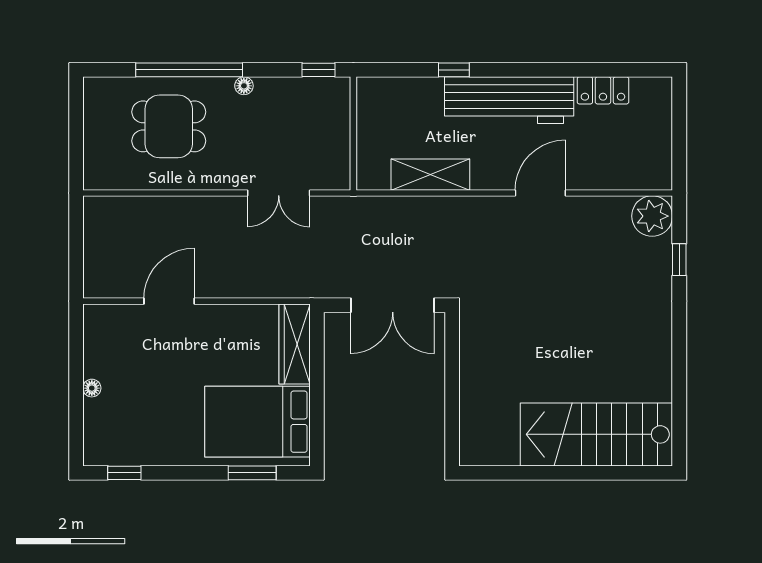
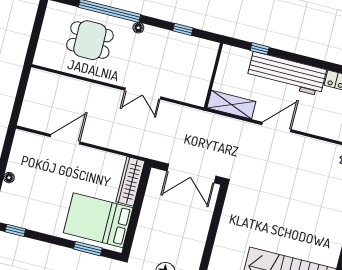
wall: (353, 133) -> (214, 75), moved
door: (540, 193) -> (276, 127), moved

